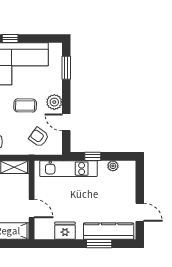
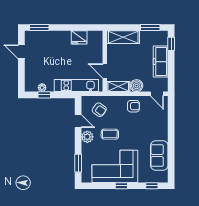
window: (93, 156) -> (44, 95), moved
door: (32, 209) -> (105, 71), moved
kitchen counter: (109, 231) -> (45, 37), removed
window: (99, 244) -> (39, 28), moved

